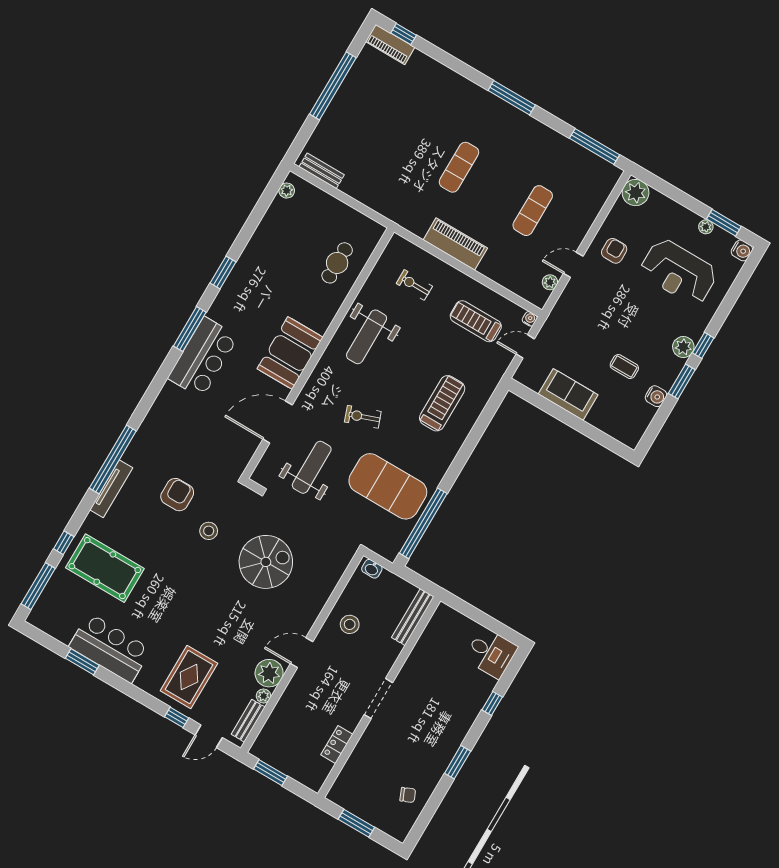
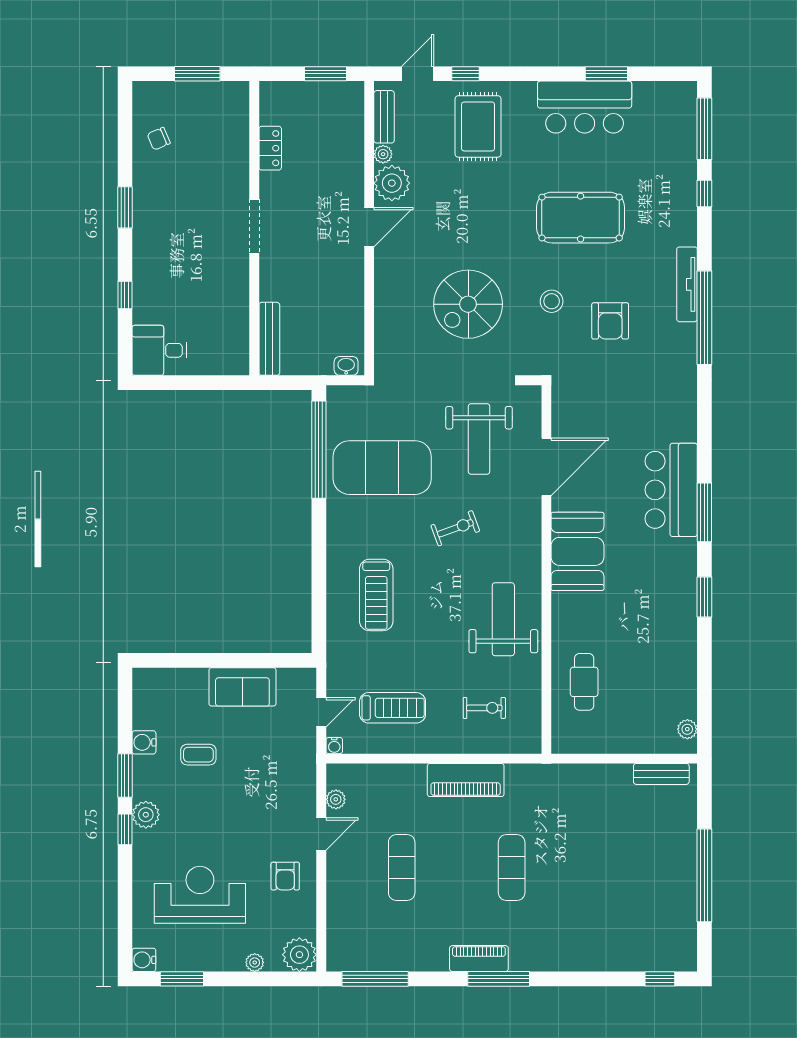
piano: (390, 44) -> (479, 959), moved
plant: (706, 227) -> (255, 962), moved
pool table: (105, 568) -> (581, 218), moved
stool: (350, 624) -> (334, 290), removed

